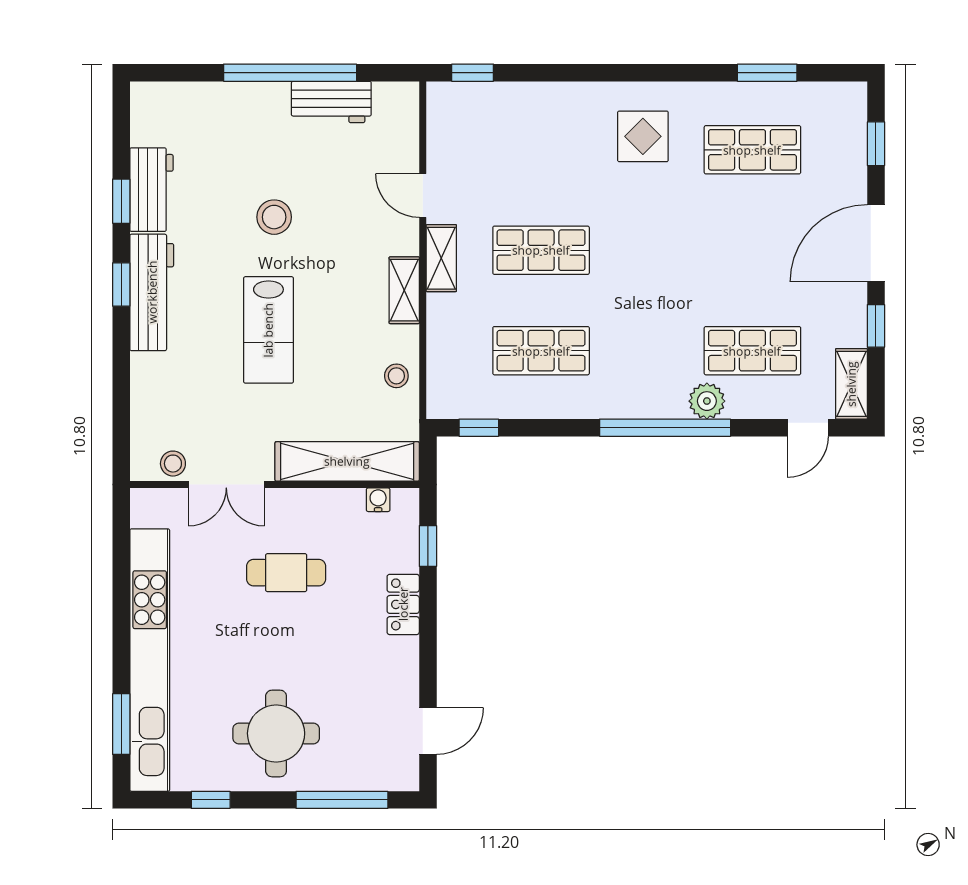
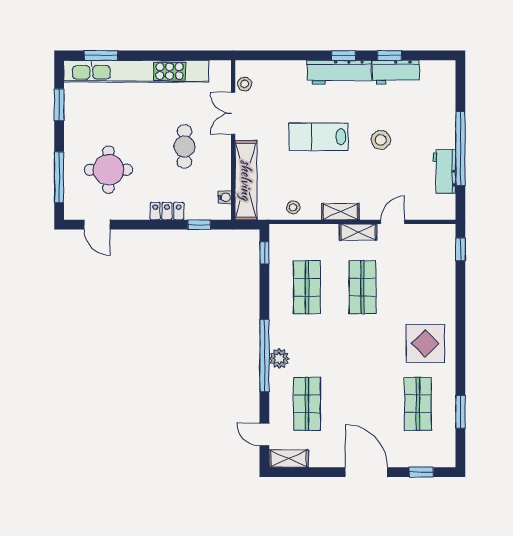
display table: (643, 136) -> (425, 343), width x1.36, depth x1.36
window: (876, 326) -> (321, 472), removed
plant: (707, 401) -> (279, 358), moved
round table: (276, 733) -> (108, 170), moved
window: (211, 800) -> (59, 105), width x1.50

